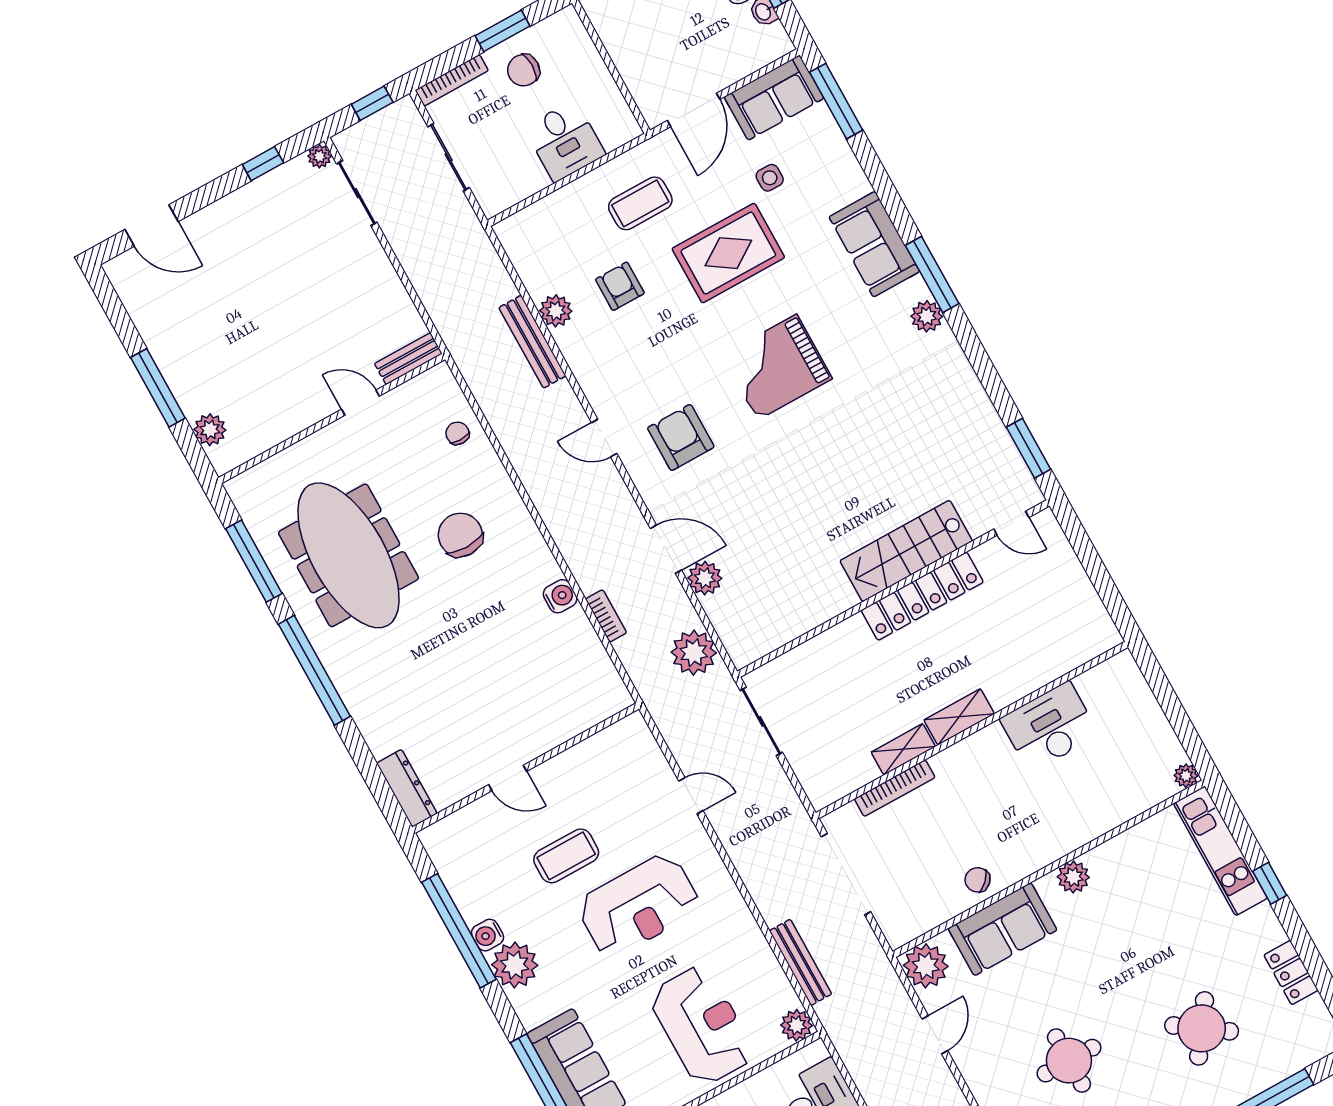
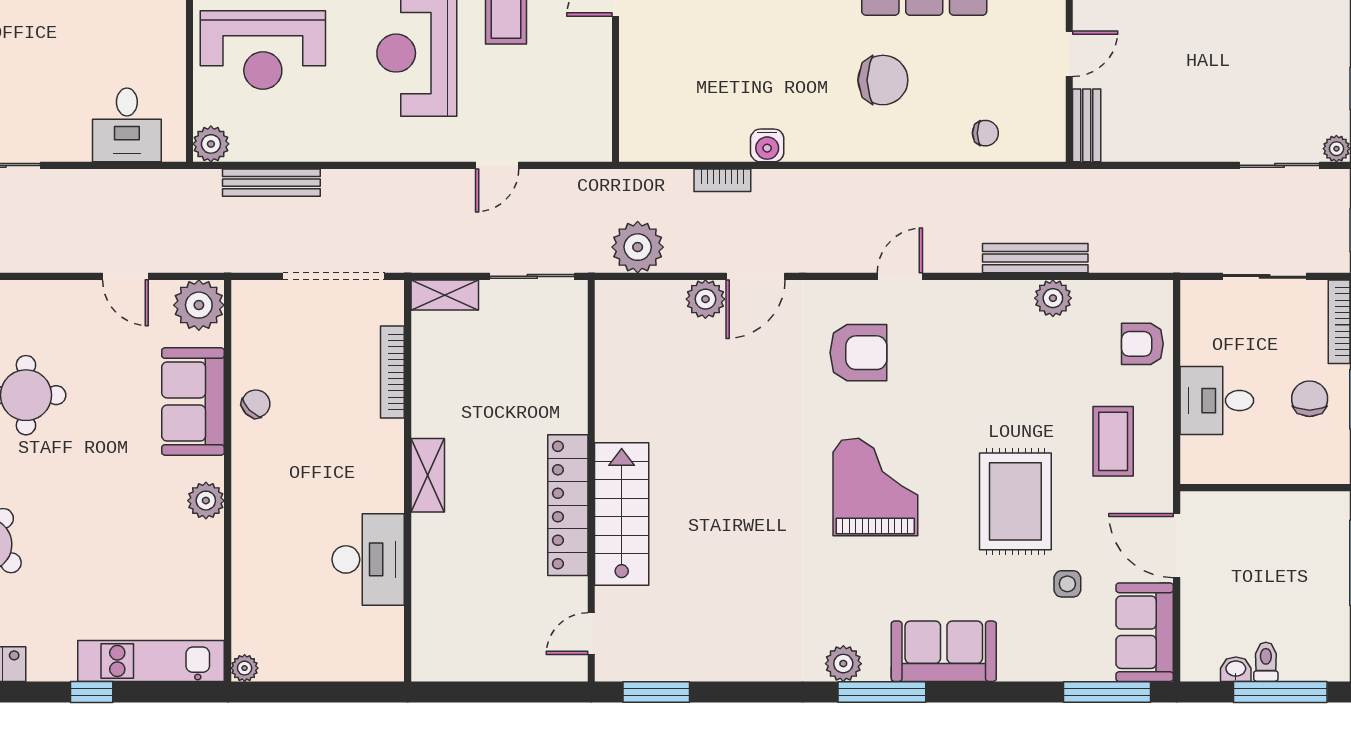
armchair: (620, 286) -> (1142, 344), moved, turned 180
shelving: (903, 749) -> (445, 295), moved, turned 90

